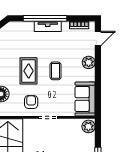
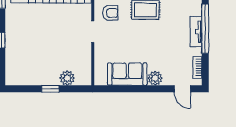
coffee table: (56, 71) -> (145, 41), removed
sofa: (85, 99) -> (127, 74), moved
plant: (88, 126) -> (67, 78), moved

